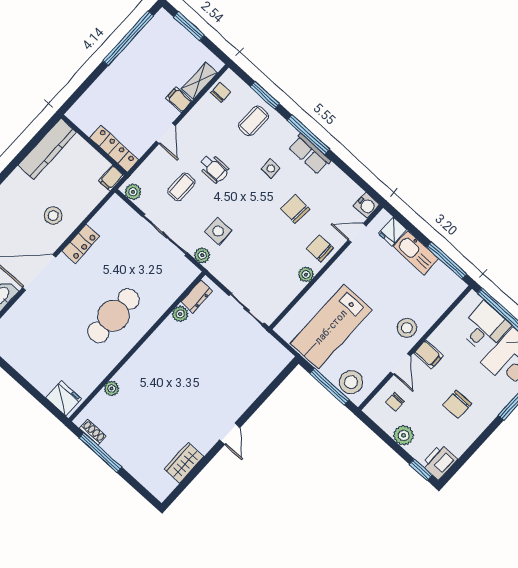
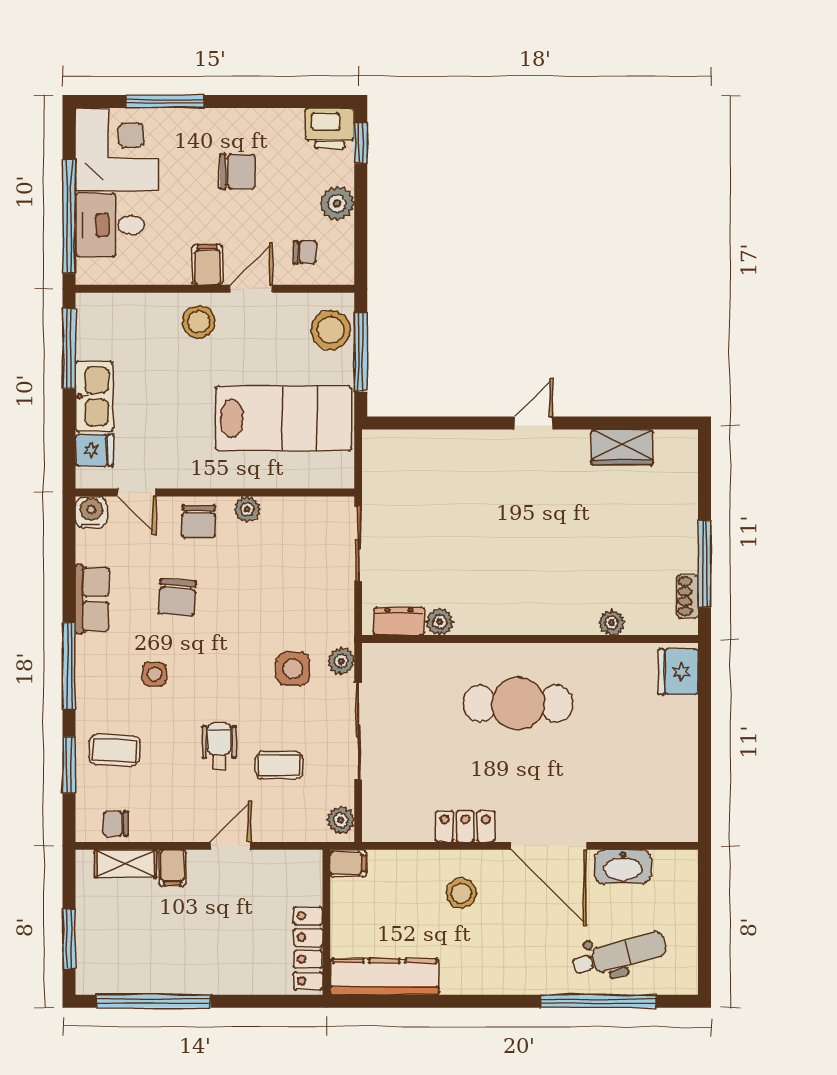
locker: (114, 149) -> (308, 948), moved
row of seats: (310, 154) -> (92, 599), moved

